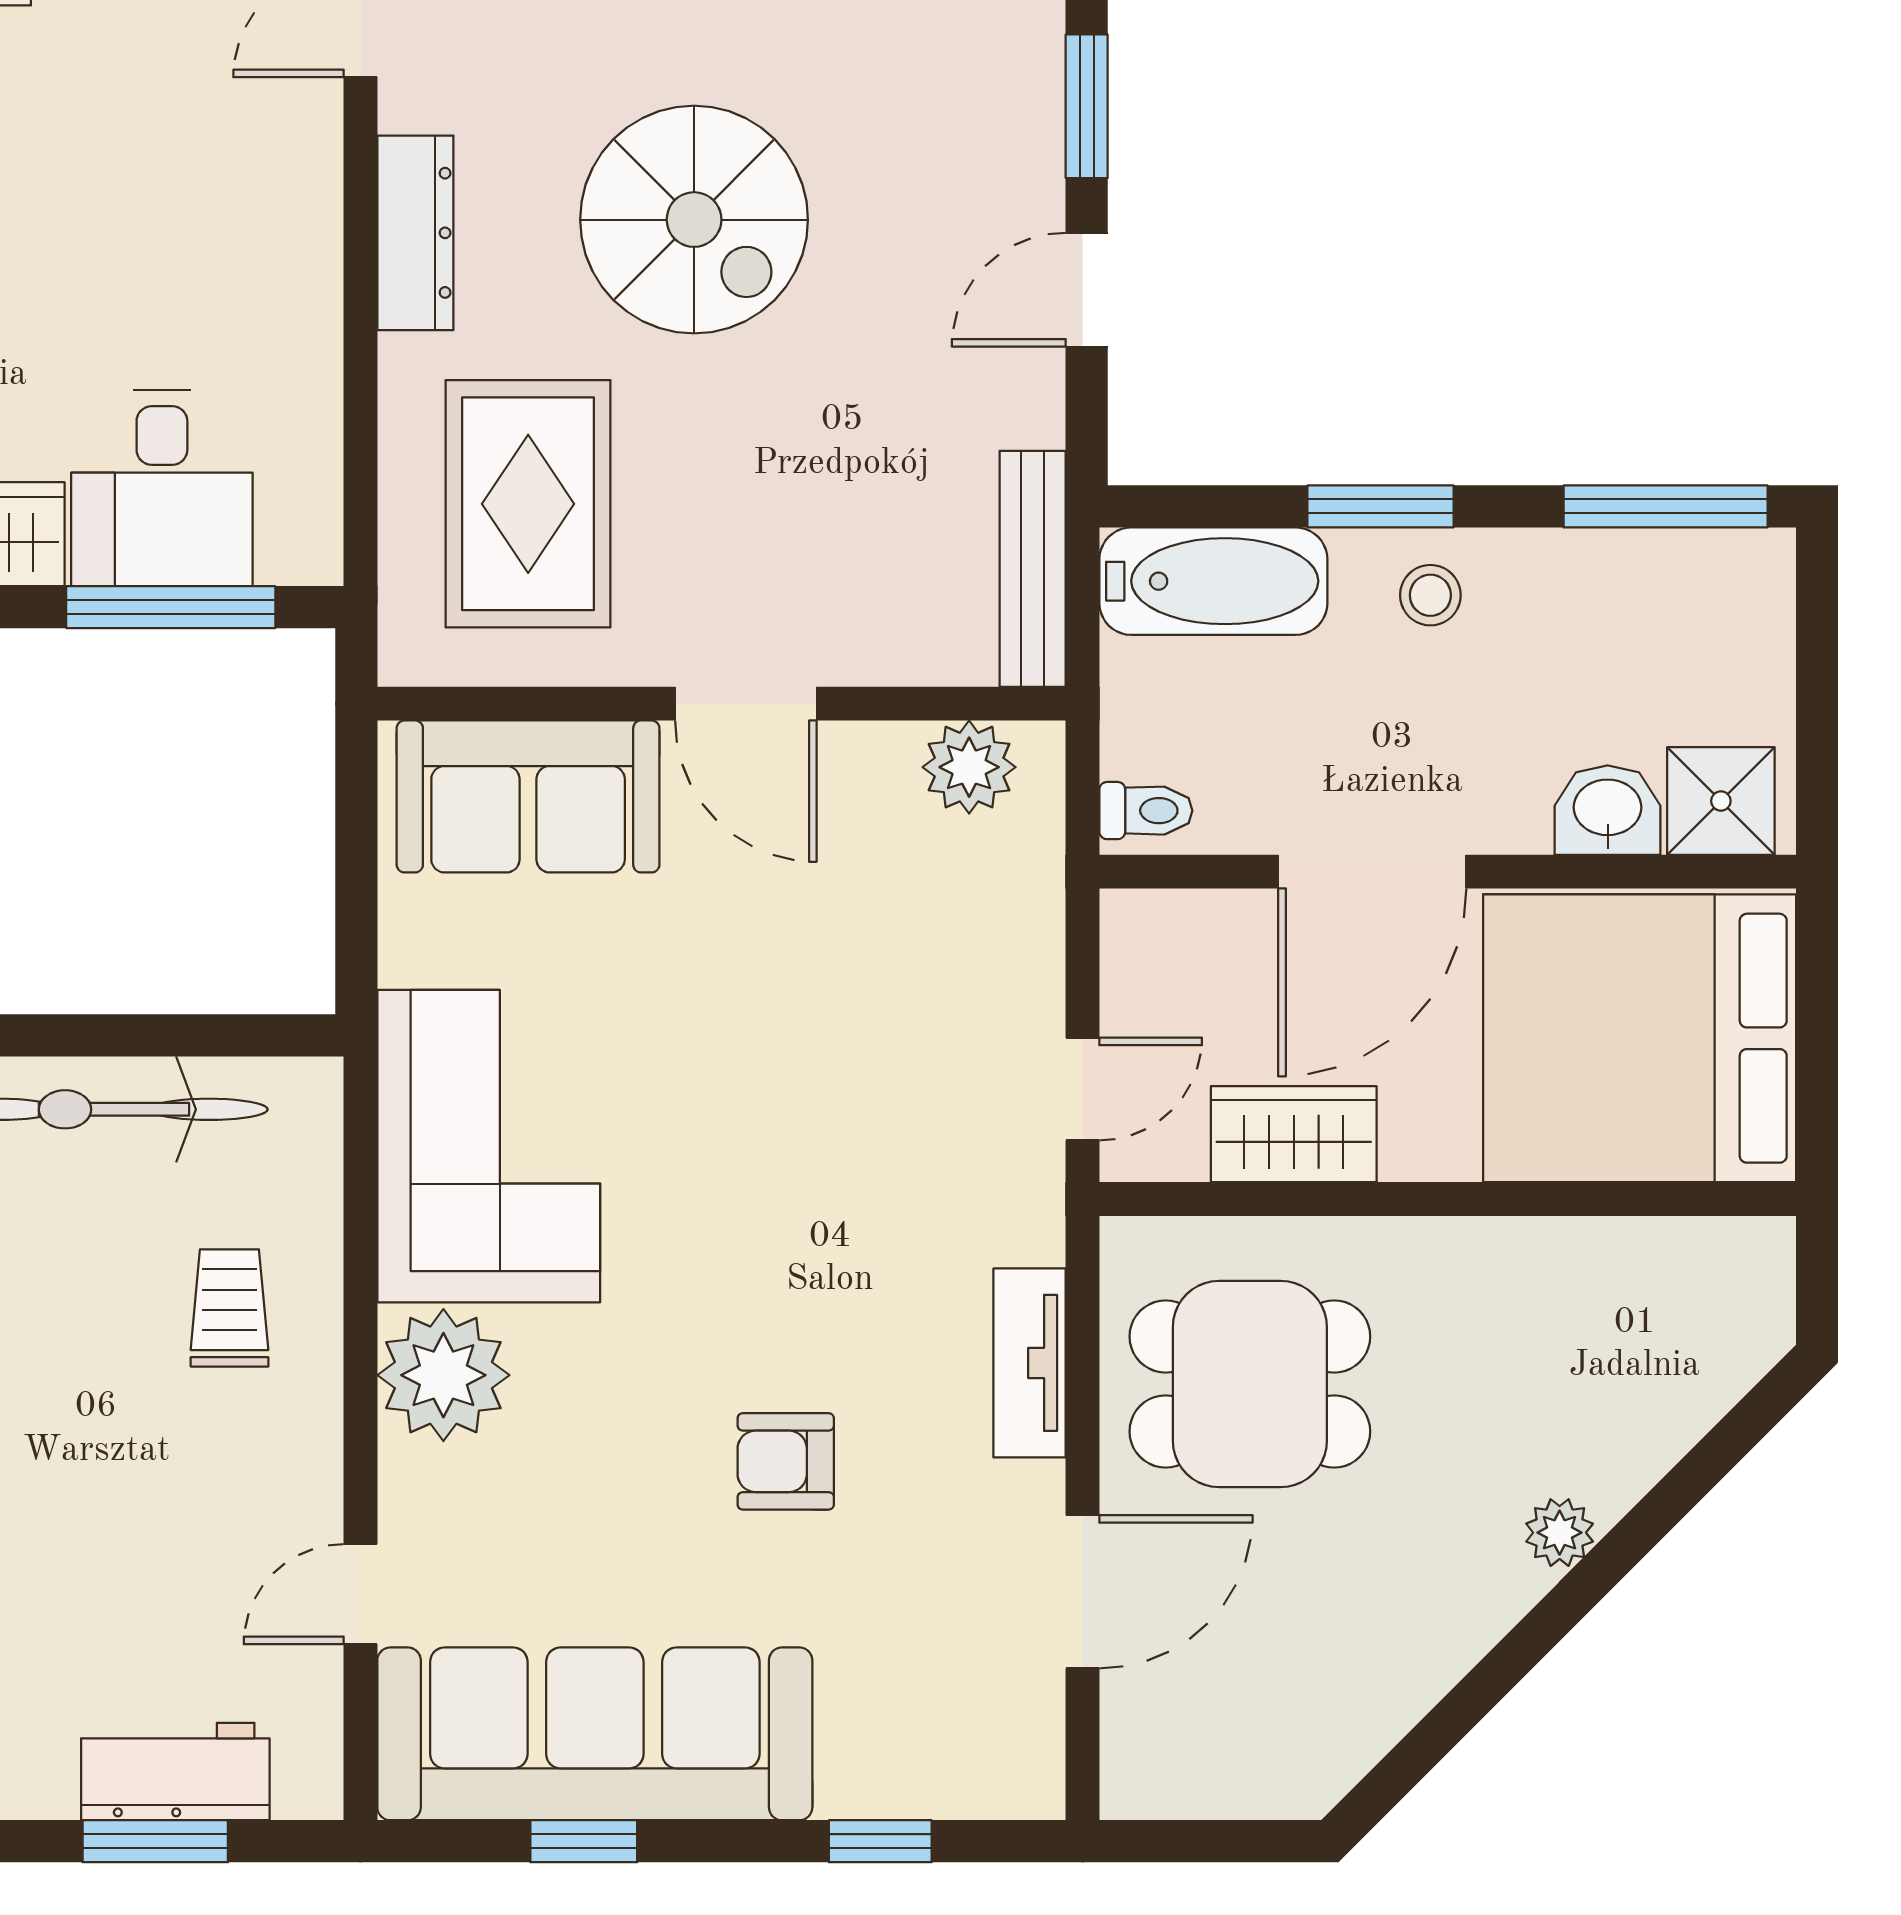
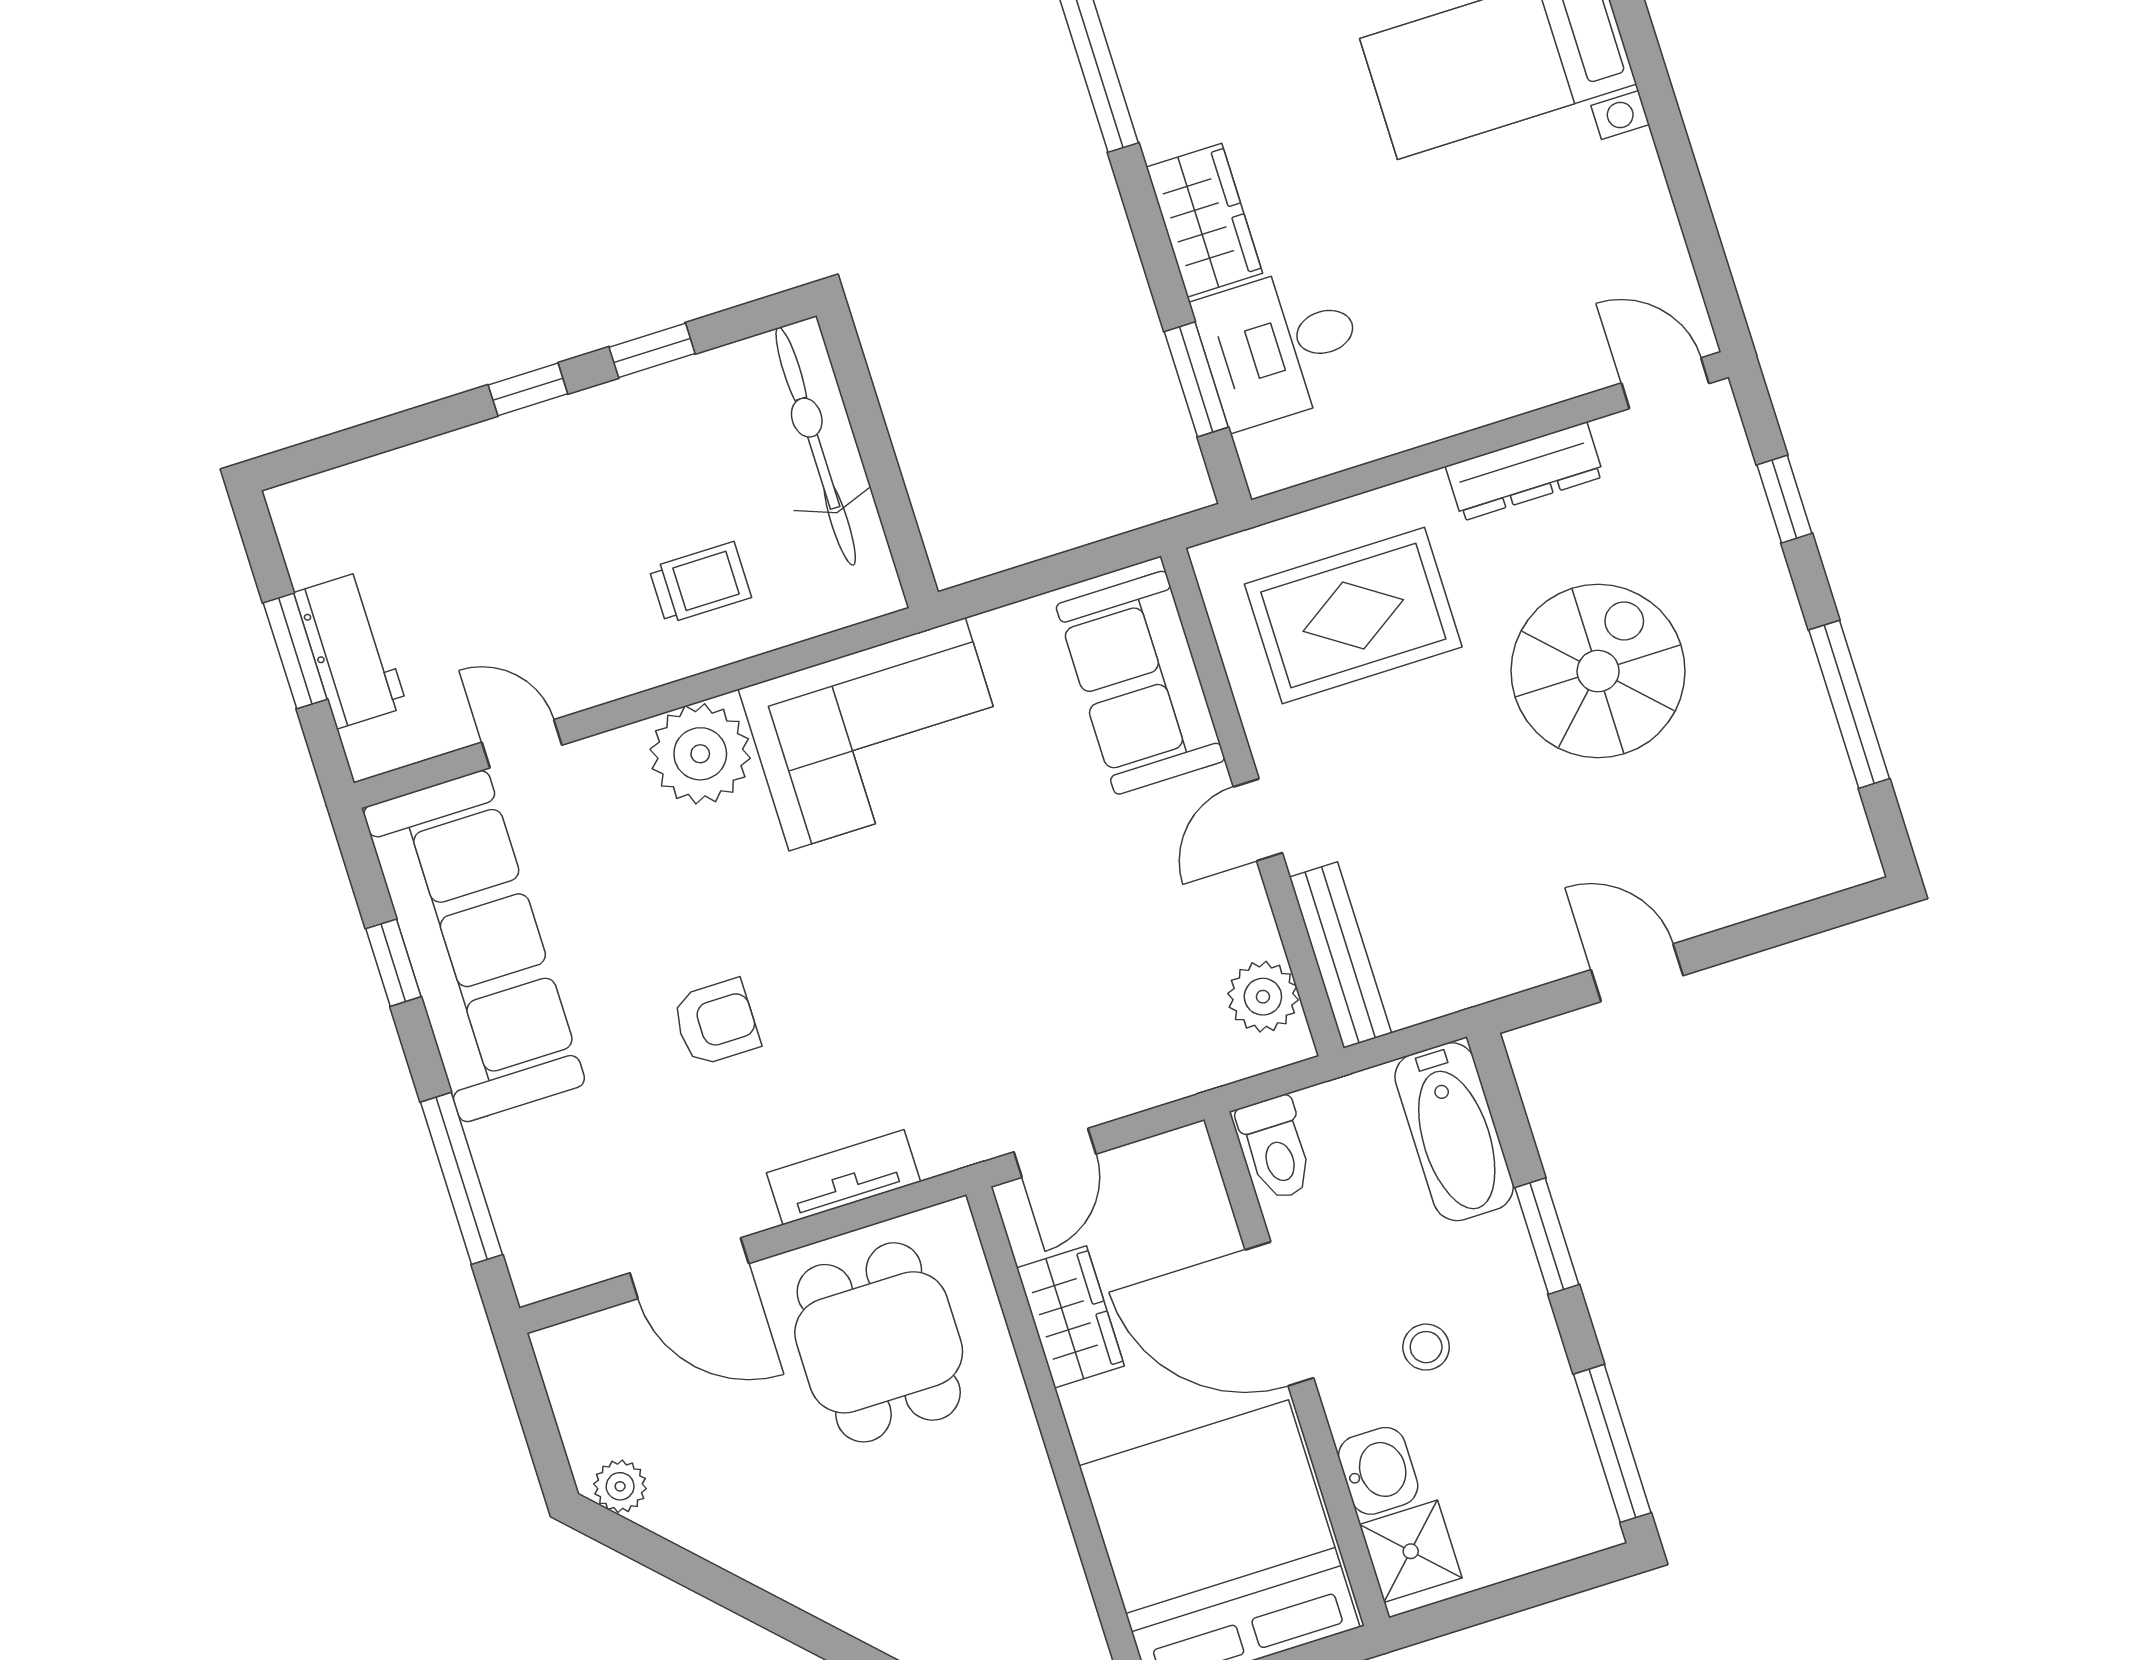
window: (1087, 106) -> (1771, 931), removed
spiral stairs: (694, 220) -> (1598, 671), turned 180
bench: (1033, 569) -> (1340, 955), moved, turned 90
stool: (1430, 595) -> (1426, 1347), moved
window: (171, 607) -> (1196, 379), width x0.69
door: (746, 704) -> (1258, 820), width x0.73
toilet: (1146, 811) -> (1276, 1148), width x1.37, depth x1.39
door: (1082, 1089) -> (1055, 1153), hinge flipped
armchair: (786, 1461) -> (716, 1022), turned 90
plant: (1560, 1533) -> (620, 1486), moved
window: (880, 1841) -> (461, 1178), width x2.17

